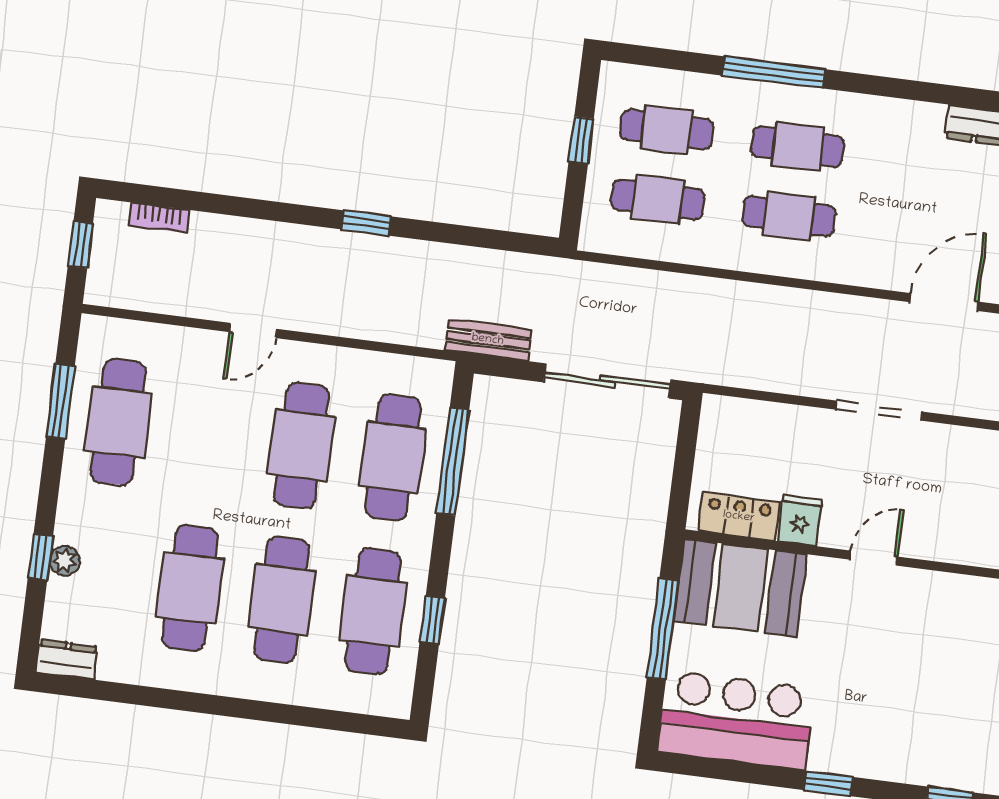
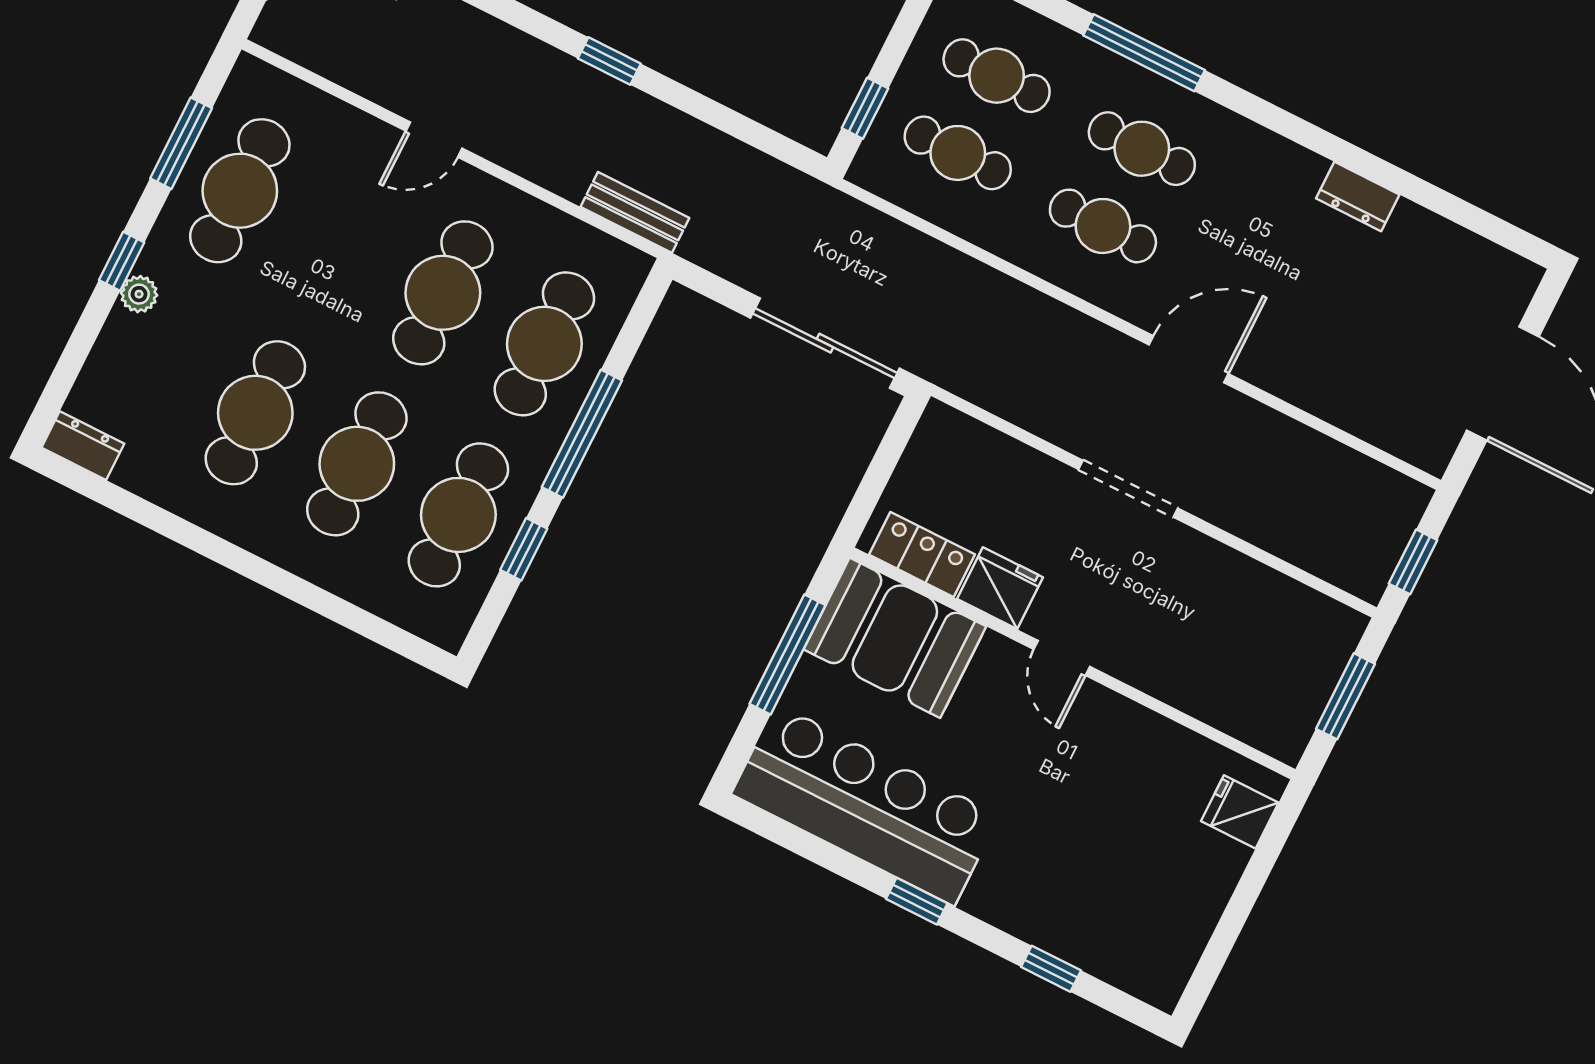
window: (581, 140) -> (865, 108), moved
door: (944, 302) -> (1189, 359), moved
bench: (488, 340) -> (635, 212), moved
window: (453, 461) -> (582, 434), moved
fridge: (800, 520) -> (1000, 588), width x1.38
window: (40, 557) -> (122, 261), moved
door: (874, 558) -> (1062, 658), swing flipped
plant: (65, 561) -> (139, 294), moved
bar counter: (736, 720) -> (865, 805), width x1.36

